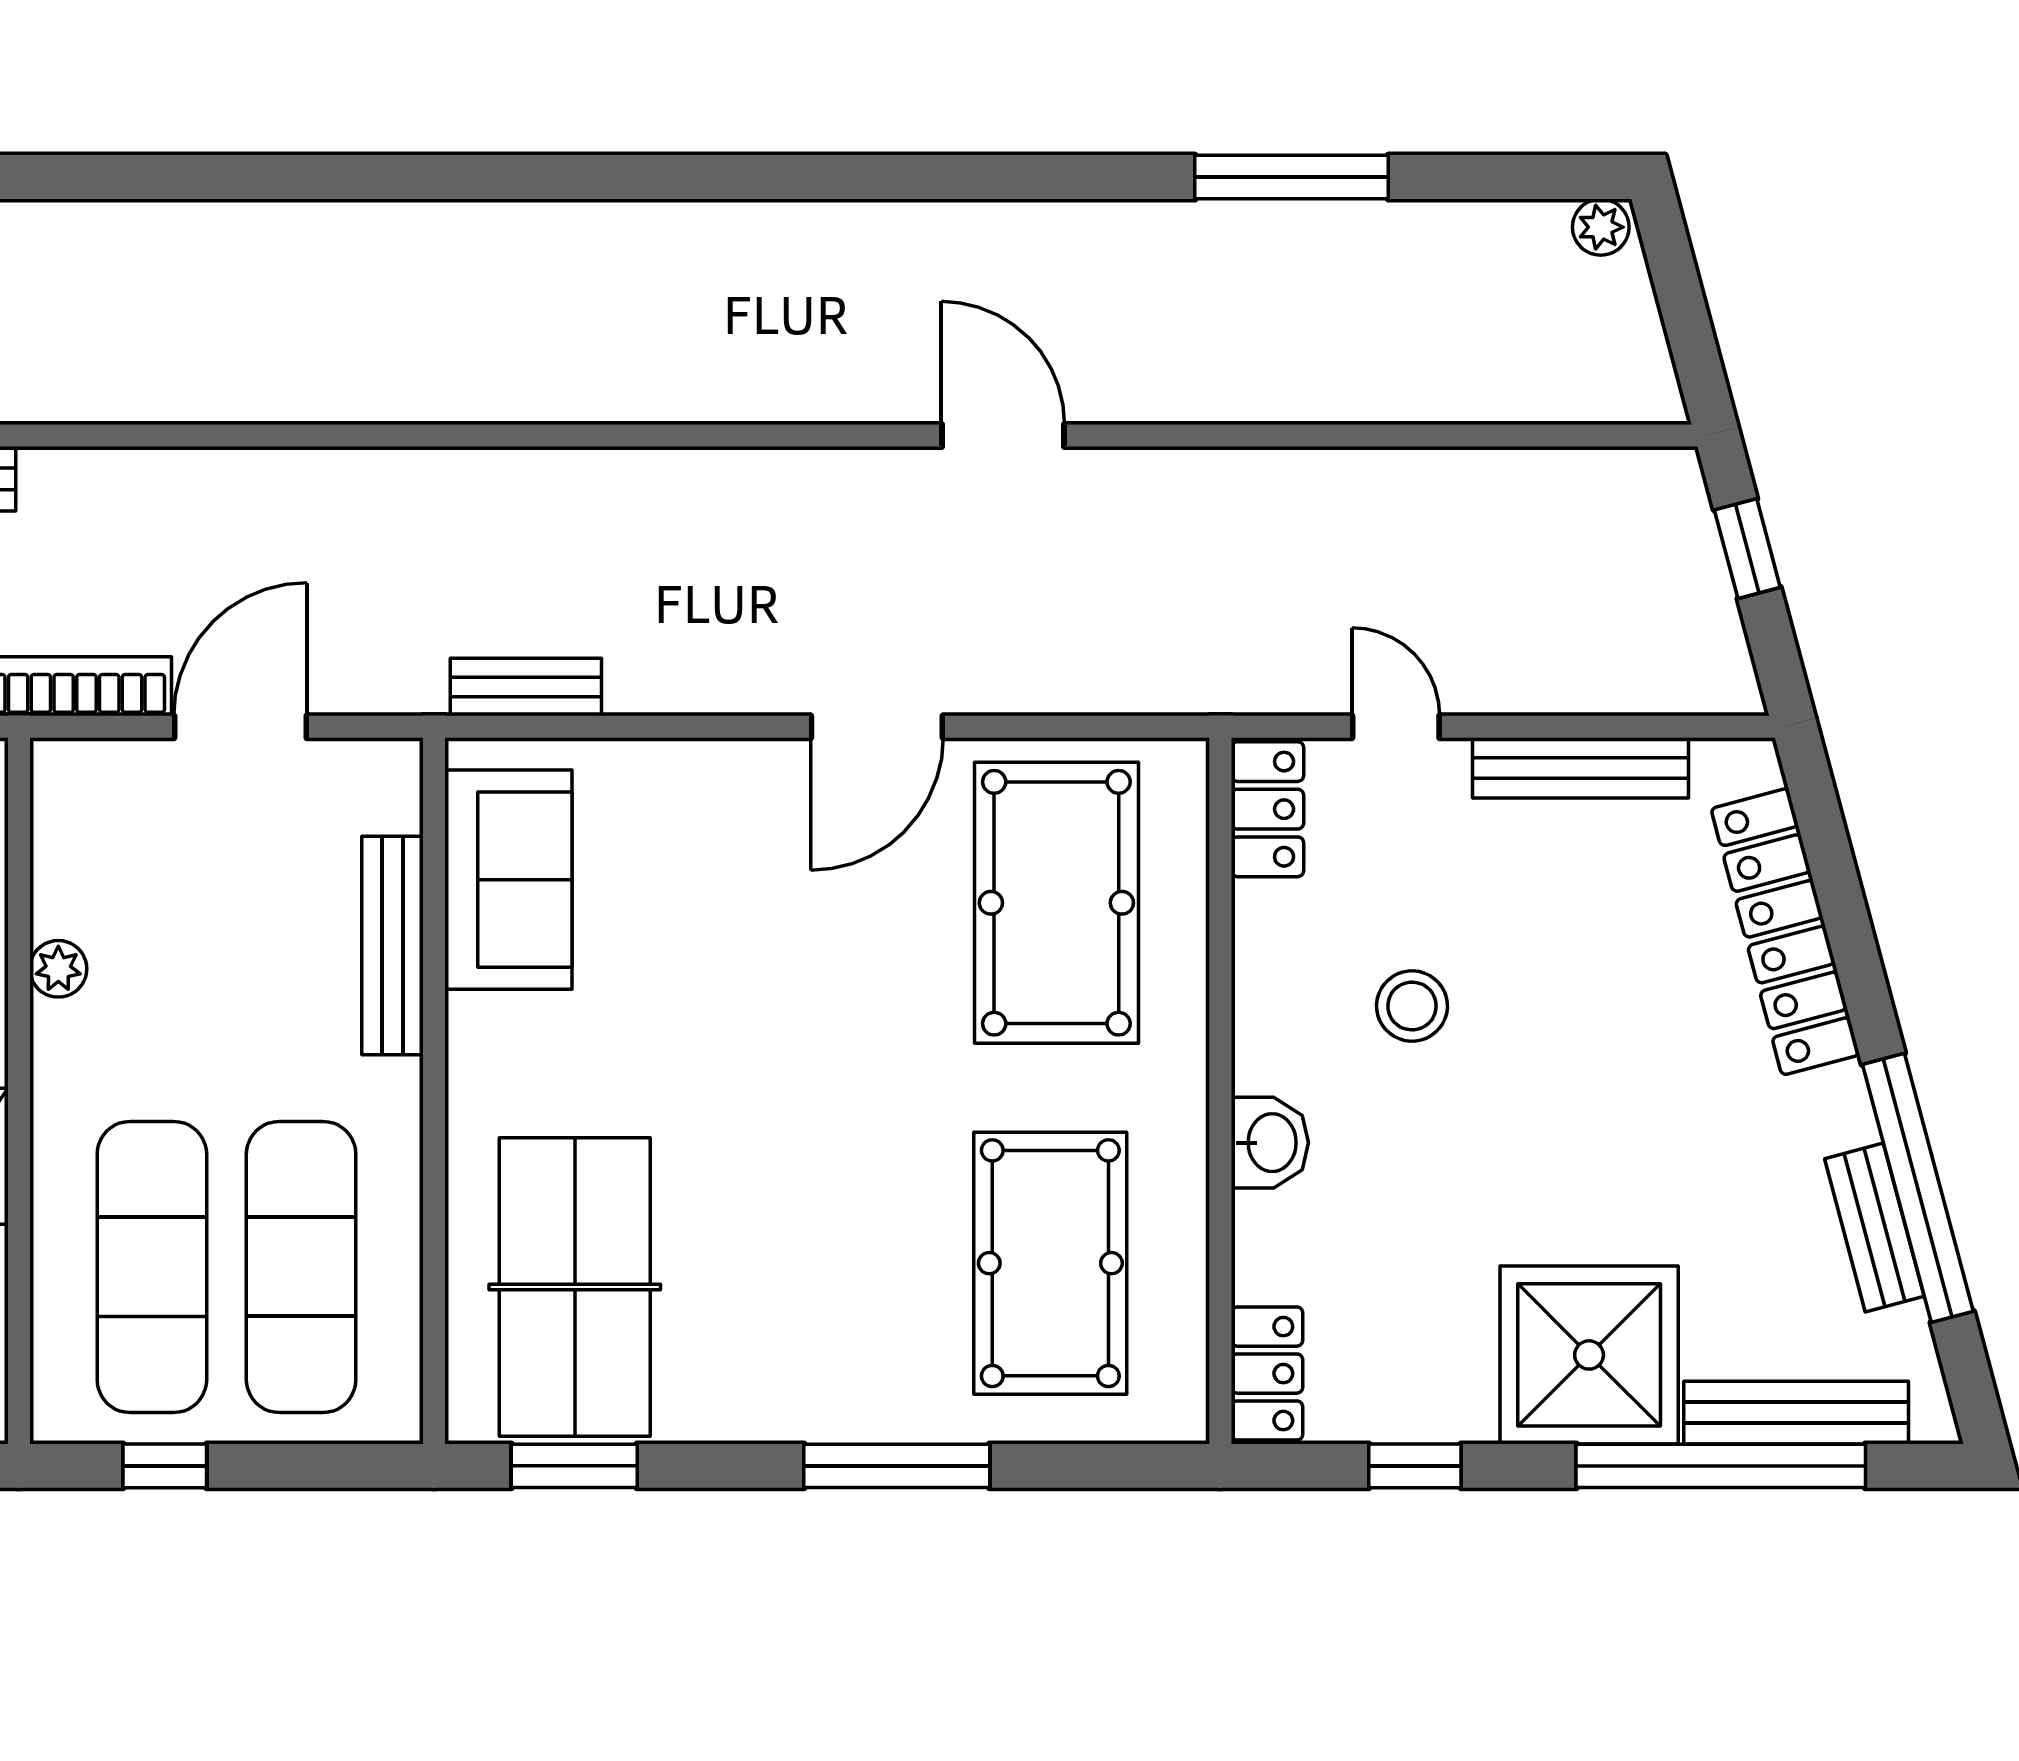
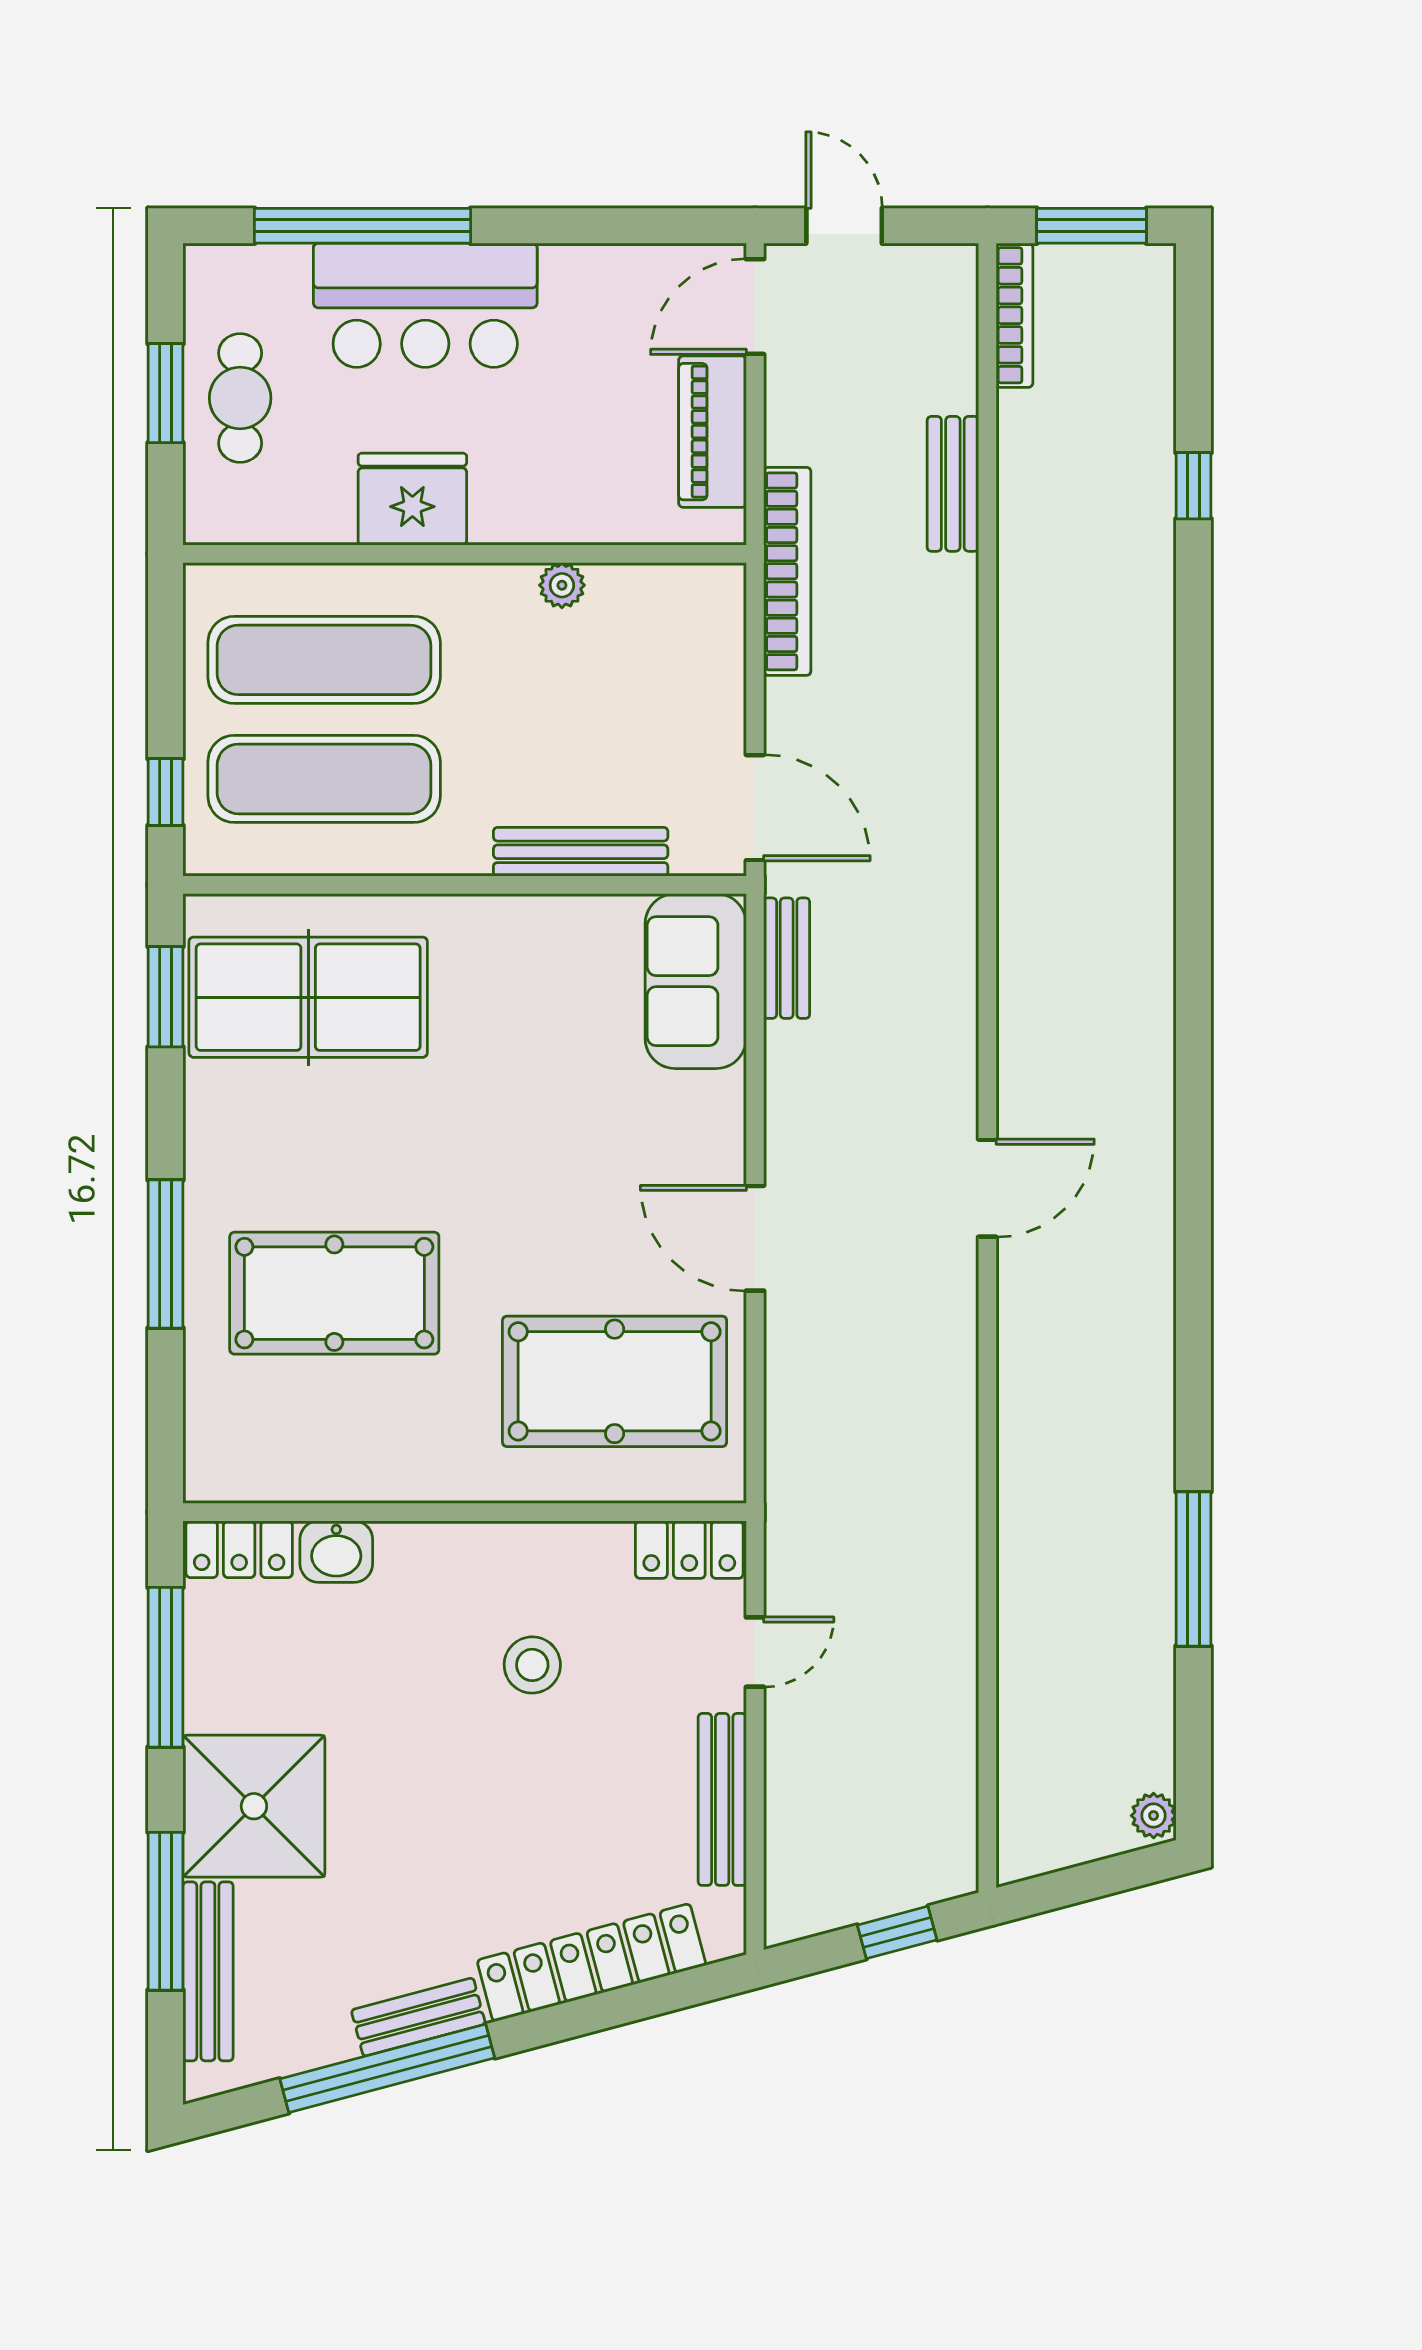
door: (1003, 436) -> (987, 1188), moved
door: (240, 727) -> (755, 808), moved
sofa: (508, 880) -> (696, 981), moved, turned 90
washbasin: (1270, 1143) -> (336, 1552), moved
bench: (1874, 1227) -> (418, 2017), moved
pool table: (1050, 1263) -> (334, 1293), moved
window: (165, 1466) -> (165, 792), moved
window: (1415, 1466) -> (165, 1667), width x2.17
window: (1721, 1466) -> (165, 1911), width x0.68

